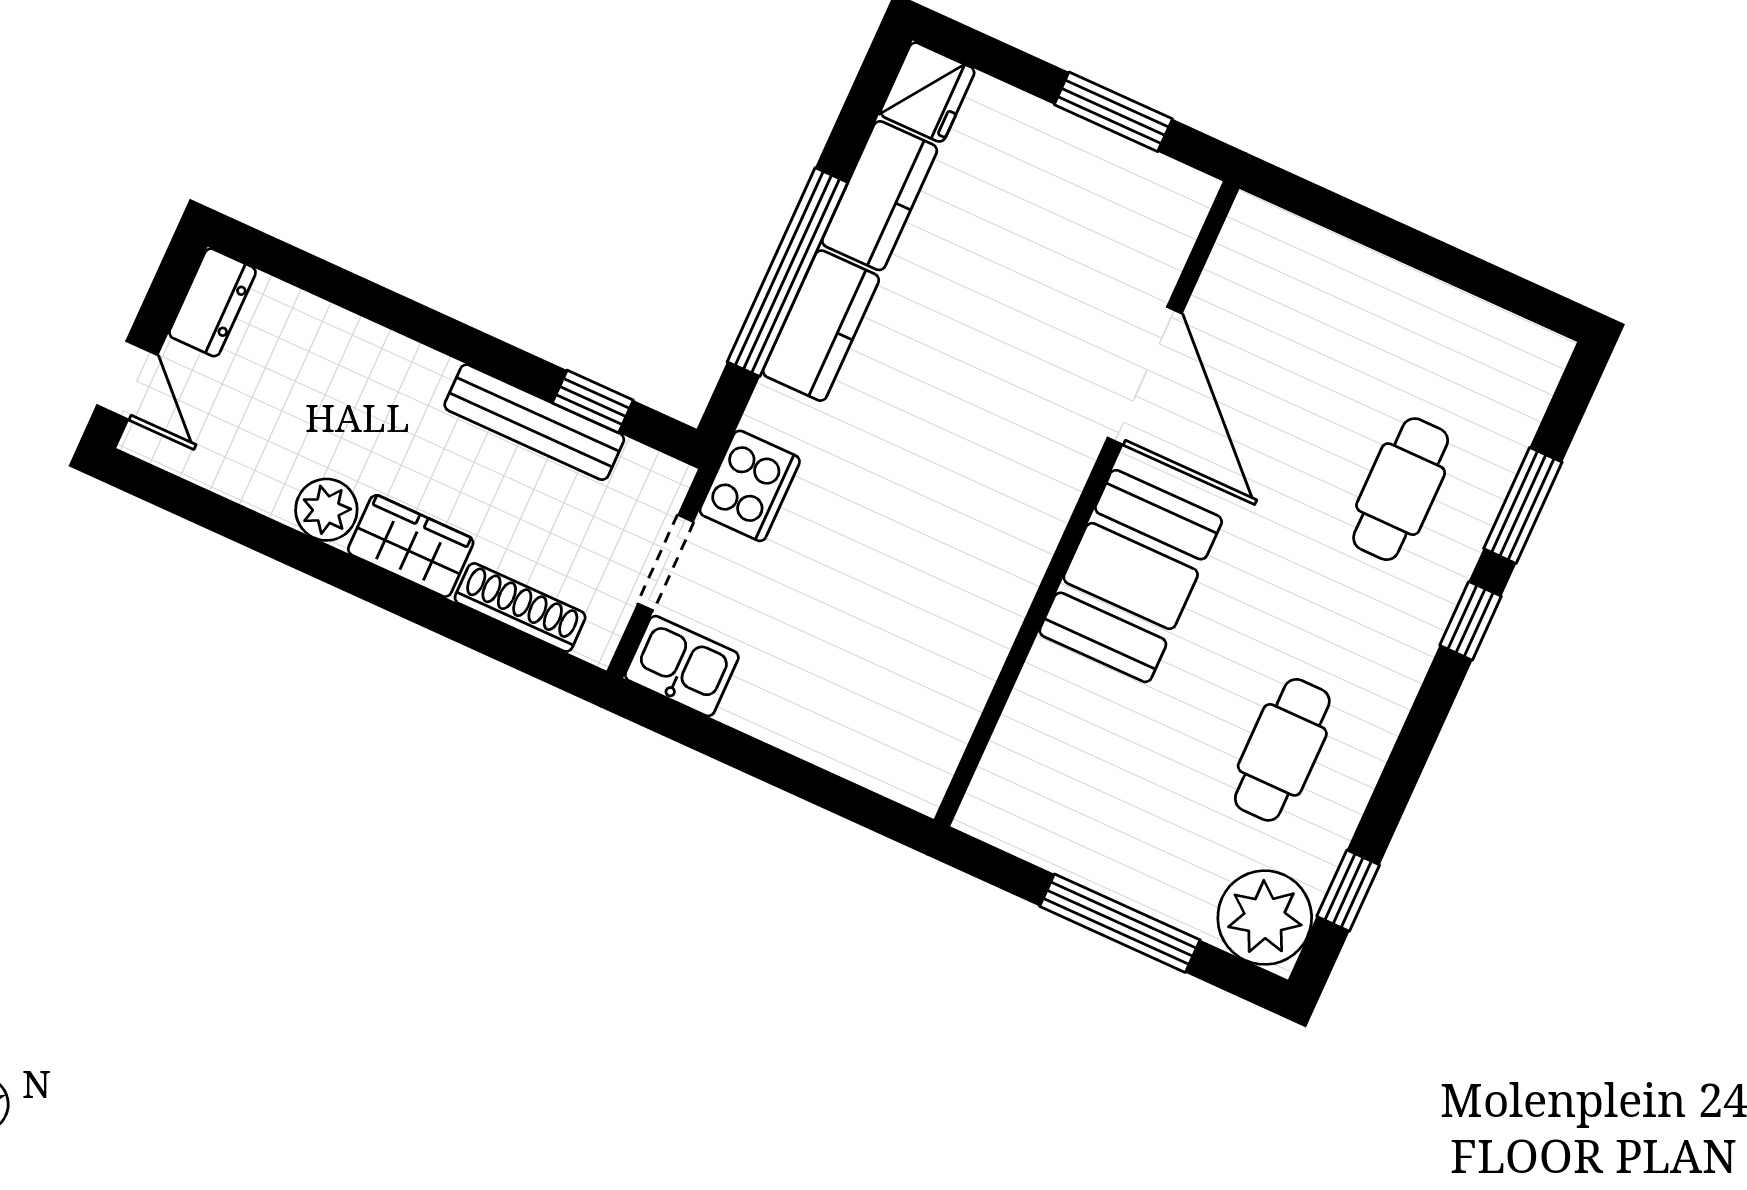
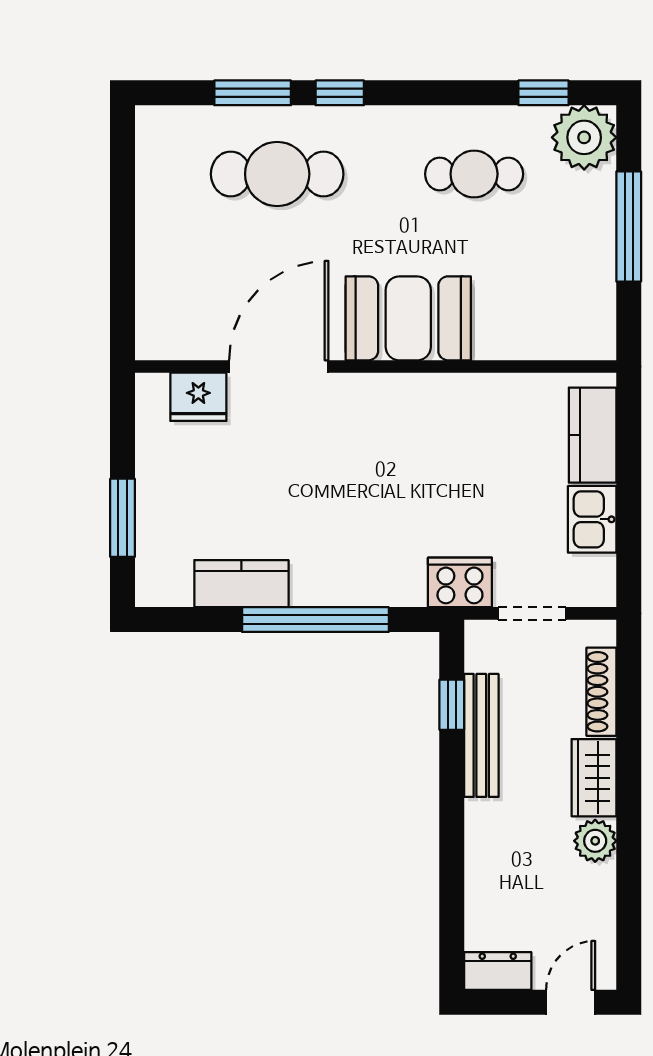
fridge: (927, 92) -> (198, 397), moved, turned 180
window: (1113, 112) -> (123, 518), moved
kitchen counter: (821, 326) -> (593, 435), moved, turned -90
cafe table: (1401, 489) -> (277, 174), width x1.37, depth x1.35
kitchen sink: (682, 666) -> (592, 519), moved

